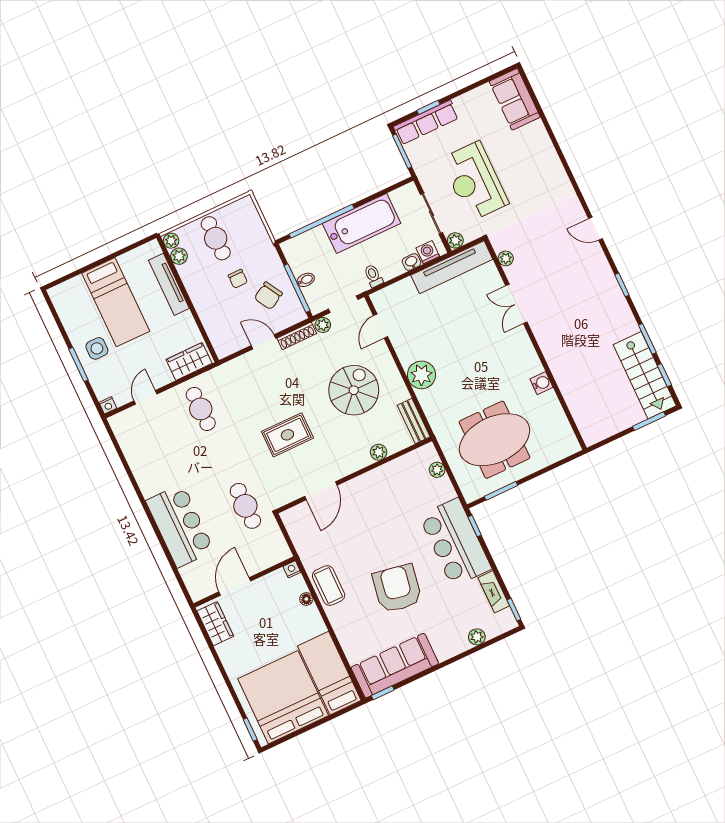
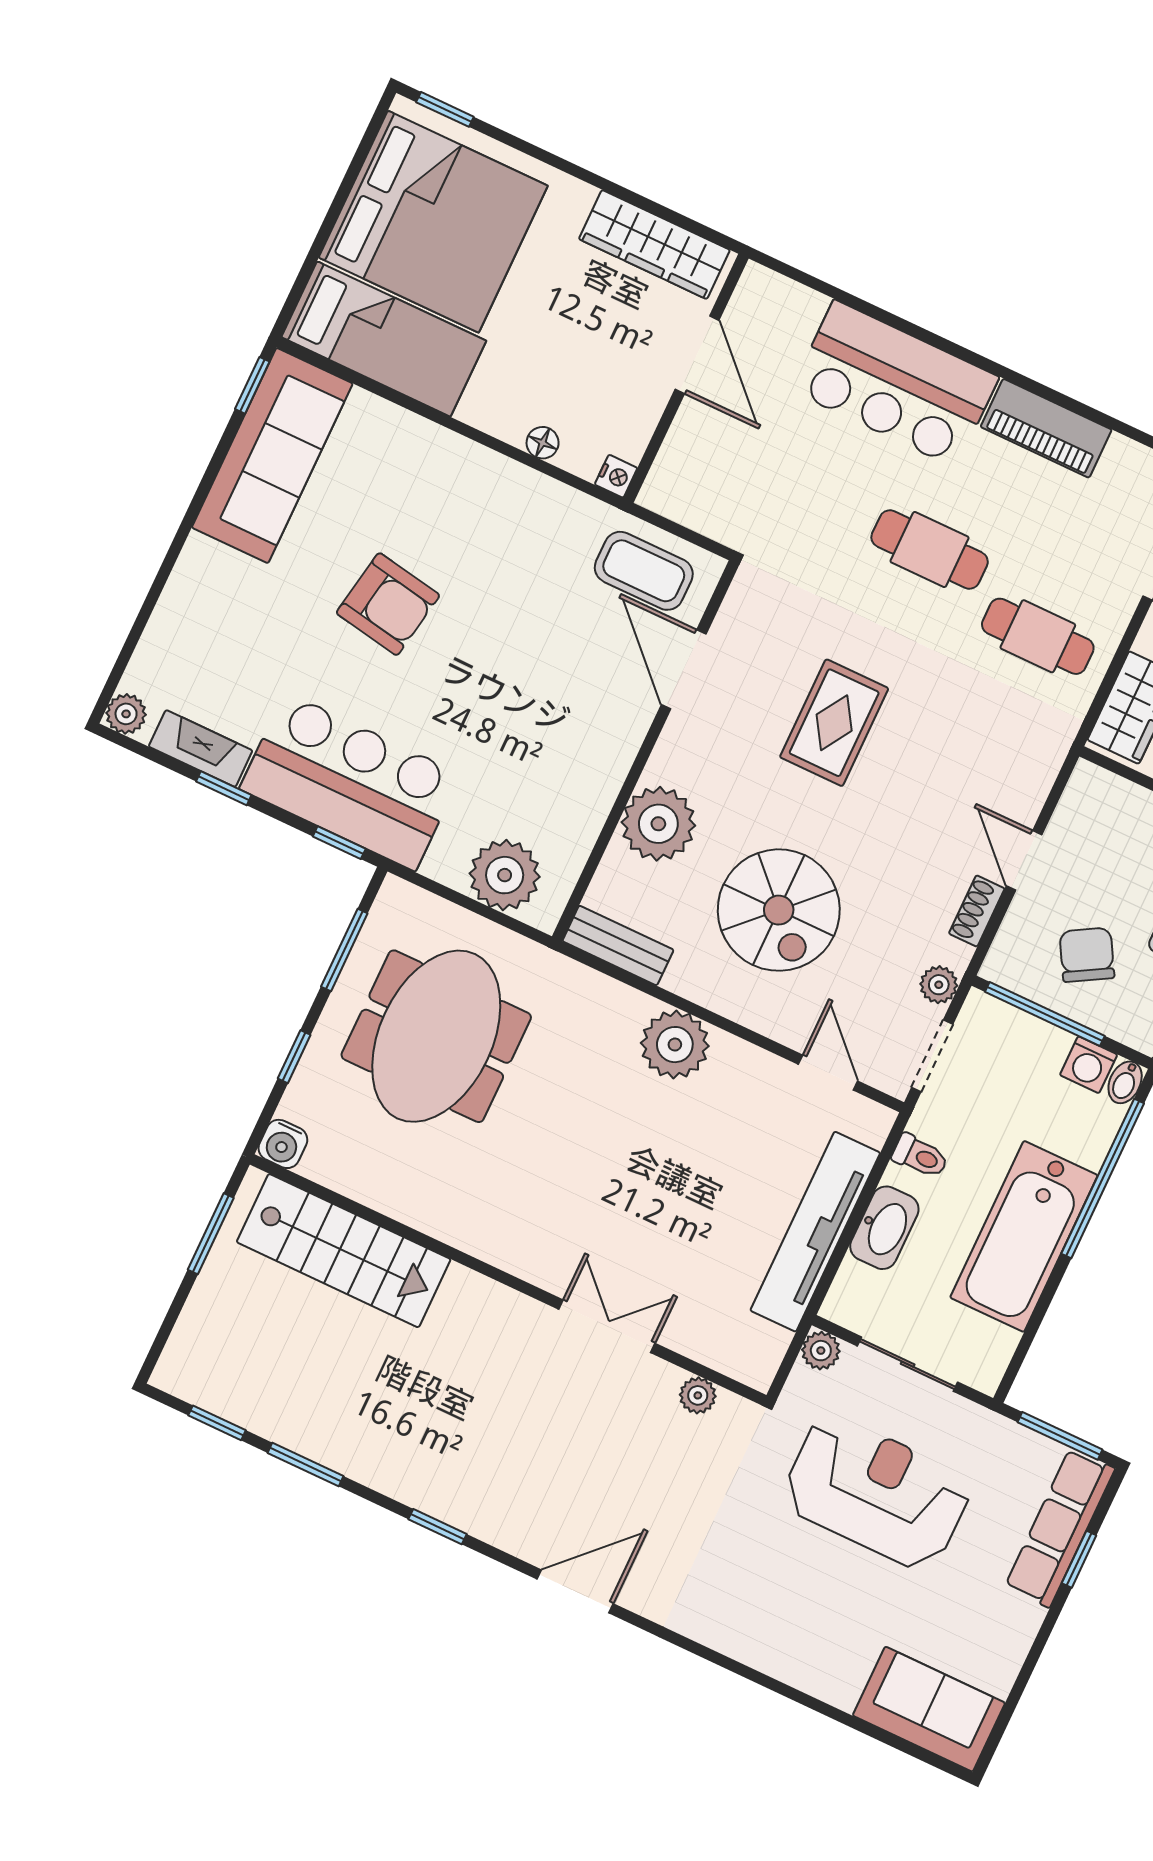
door: (595, 229) -> (575, 1591), width x1.38
washing machine: (428, 252) -> (1089, 1065), moved, turned 90
washbasin: (412, 262) -> (884, 1228), width x1.91, depth x1.45
tv unit: (452, 267) -> (815, 1232), moved
bidet: (306, 280) -> (1125, 1082), moved
shoe rack: (297, 336) -> (977, 911), width x0.70
door: (263, 342) -> (1024, 860), swing flipped
stairs: (645, 375) -> (344, 1251), moved, turned 180
water cooler: (541, 383) -> (283, 1144), moved
window: (649, 421) -> (211, 1234), moved
plant: (379, 452) -> (658, 824), width x1.88, depth x1.88
plant: (437, 470) -> (505, 875), width x1.88, depth x1.88
window: (545, 470) -> (294, 1057), added
piano: (144, 472) -> (1046, 428), added
cafe table: (245, 506) -> (930, 550), moved
coffee table: (329, 586) -> (644, 571), moved
armchair: (397, 588) -> (388, 604), width x0.73, depth x0.73
window: (514, 610) -> (224, 788), moved
wardrobe: (215, 624) -> (654, 245), width x1.50
plant: (477, 637) -> (126, 714), moved

